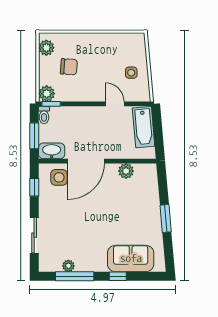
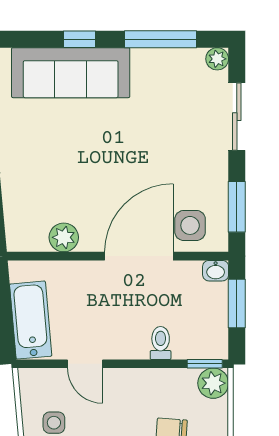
toilet: (44, 115) -> (161, 343), moved
washbasin: (52, 151) -> (216, 271), width x0.52, depth x0.69
window: (34, 187) -> (237, 207), width x1.50
sofa: (131, 258) -> (71, 73), width x1.36
plant: (68, 266) -> (217, 59), moved

